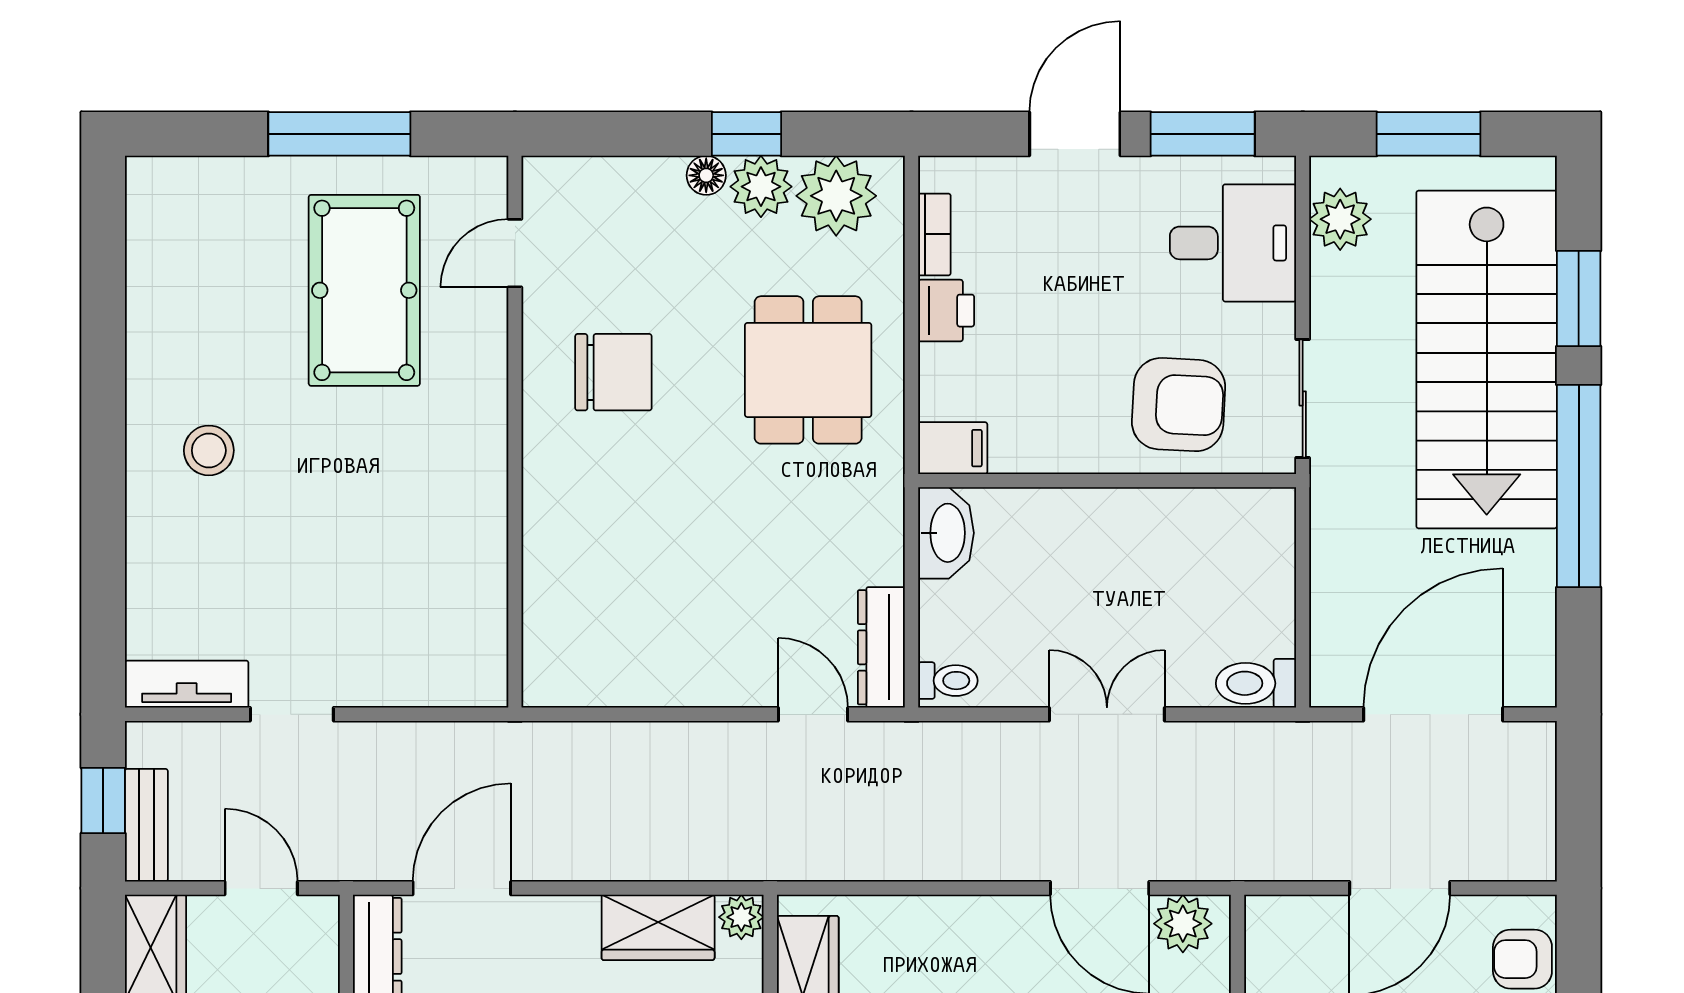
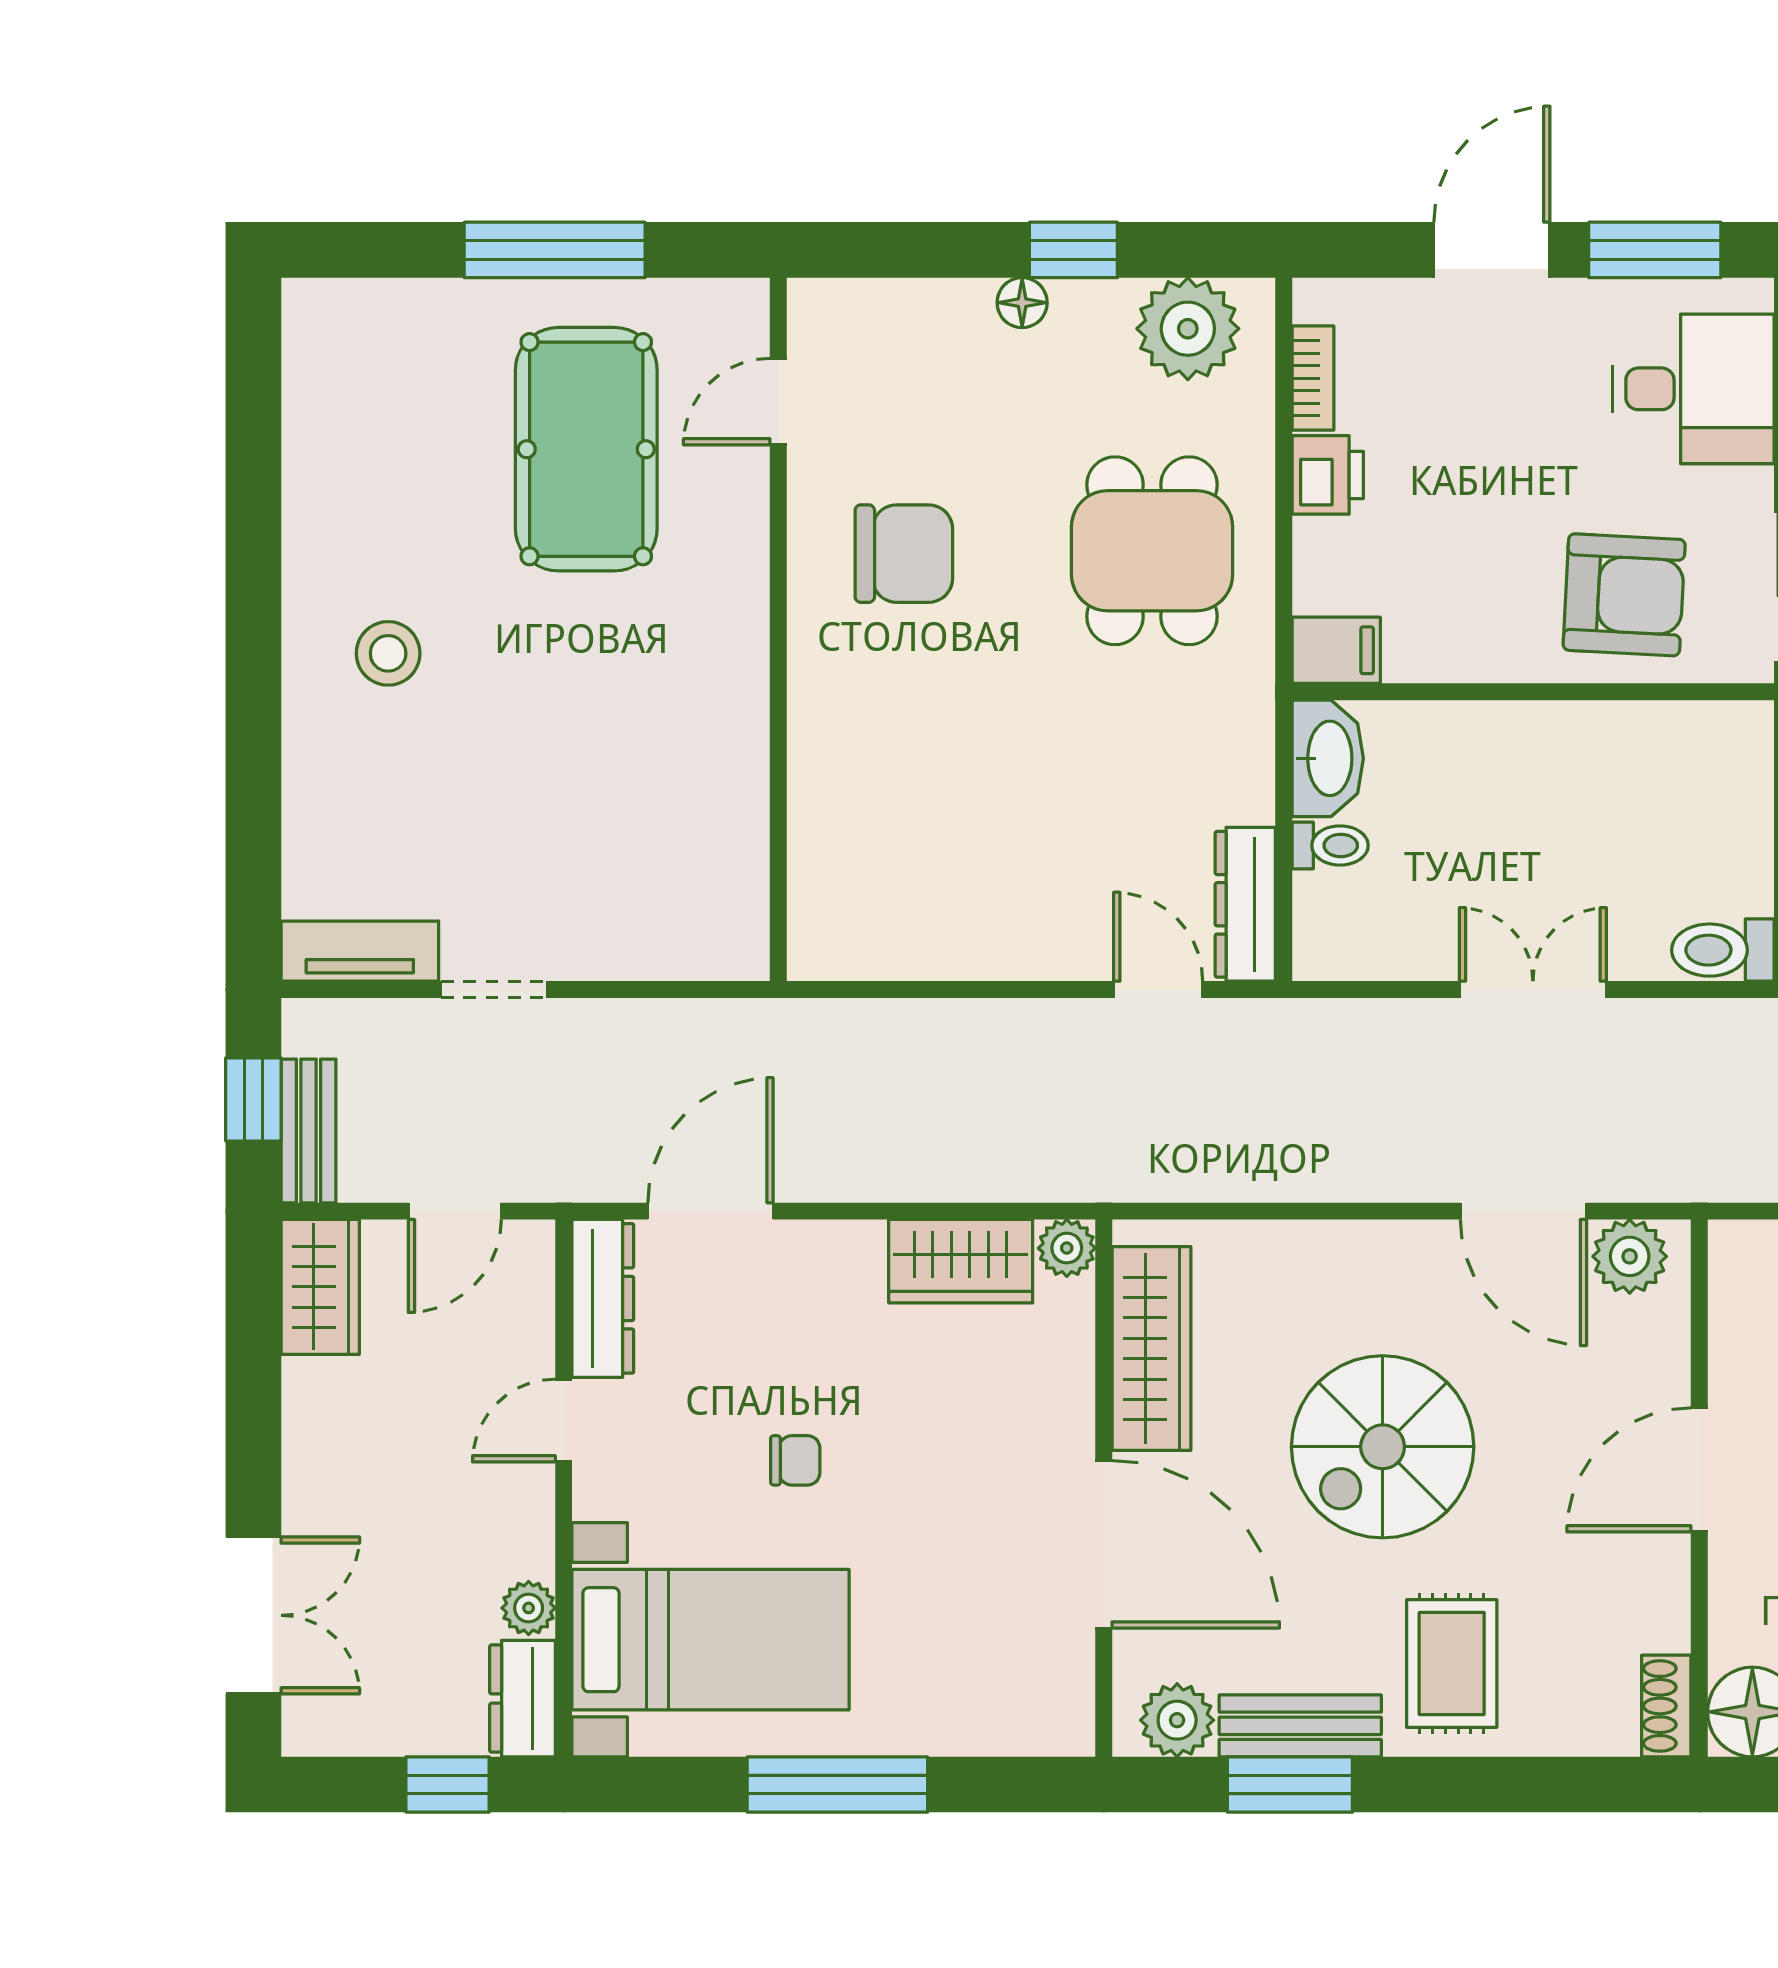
plant: (761, 187) -> (1092, 317), removed
toilet: (948, 681) -> (1330, 845), moved
door: (261, 888) -> (455, 1211), swing flipped

